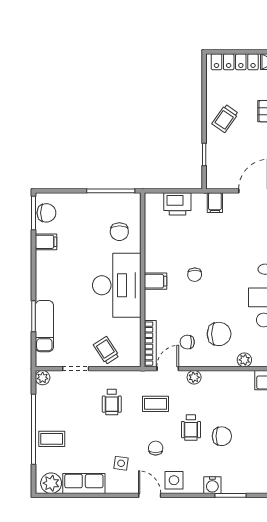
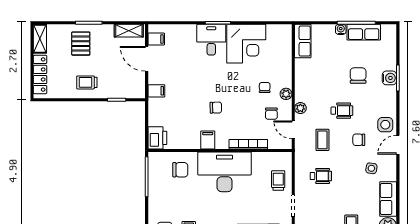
trolley: (225, 118) -> (87, 82), turned 145
printer: (177, 204) -> (157, 138), moved
filing cabinet: (155, 281) -> (208, 140), moved
chair: (219, 334) -> (265, 87), width x0.54, depth x0.54
bookcase: (150, 344) -> (248, 144), moved
trolley: (106, 350) -> (278, 181), turned 123
plant: (244, 360) -> (286, 94), moved
chair: (222, 436) -> (358, 76), moved
water cooler: (212, 485) -> (389, 78), moved

